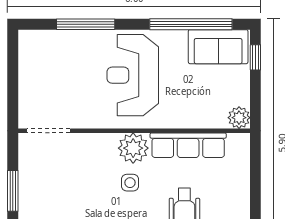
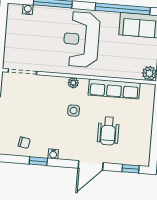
water cooler: (49, 37) -> (28, 9), added
plant: (133, 148) -> (73, 83), width x0.53, depth x0.53

